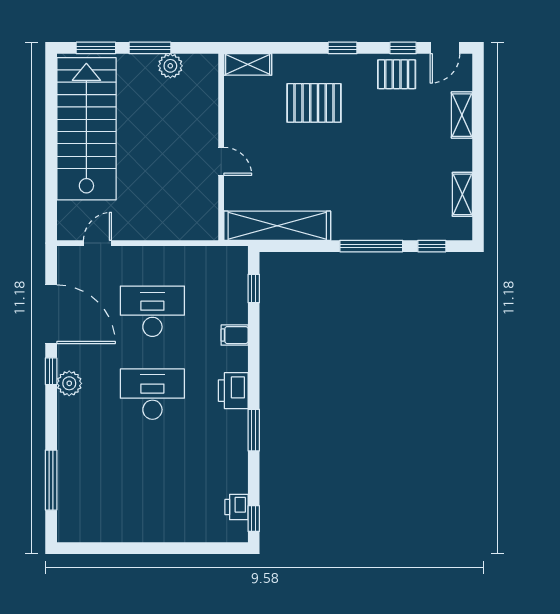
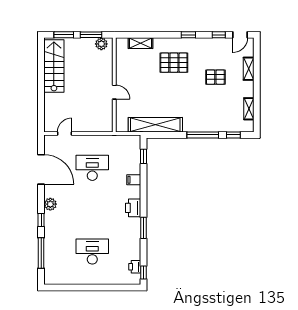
pallet: (397, 74) -> (215, 77), moved
stairs: (86, 129) -> (54, 66), width x0.73, depth x0.66
wall: (221, 147) -> (114, 85), moved
door: (221, 161) -> (114, 92), moved
window: (51, 371) -> (41, 220), moved
desk: (152, 394) -> (92, 252), moved

